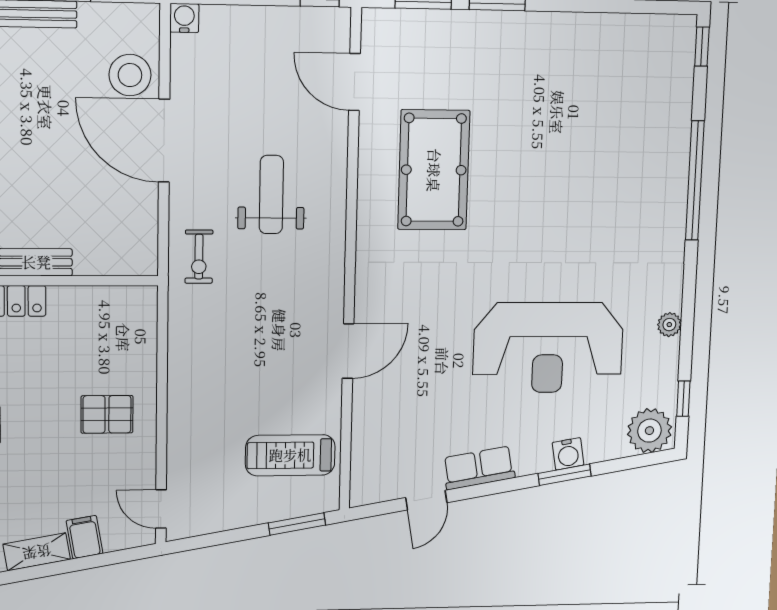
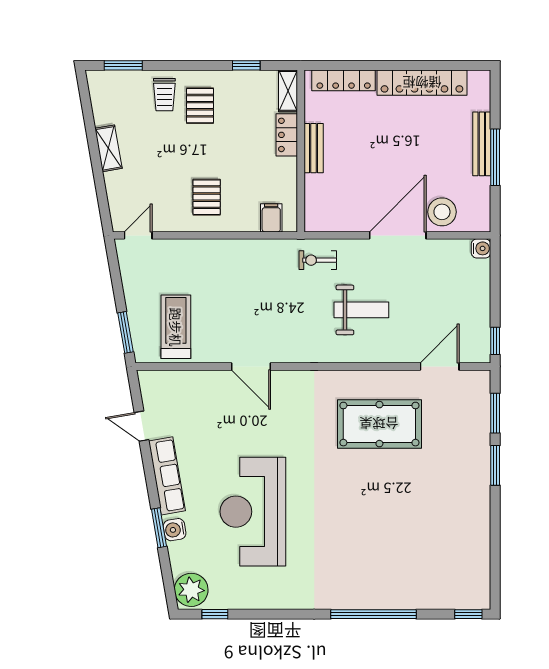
plant: (669, 325) -> (269, 601), removed
row of seats: (479, 468) -> (167, 476), width x1.48
filing cabinet: (84, 537) -> (271, 218), moved, turned -80

